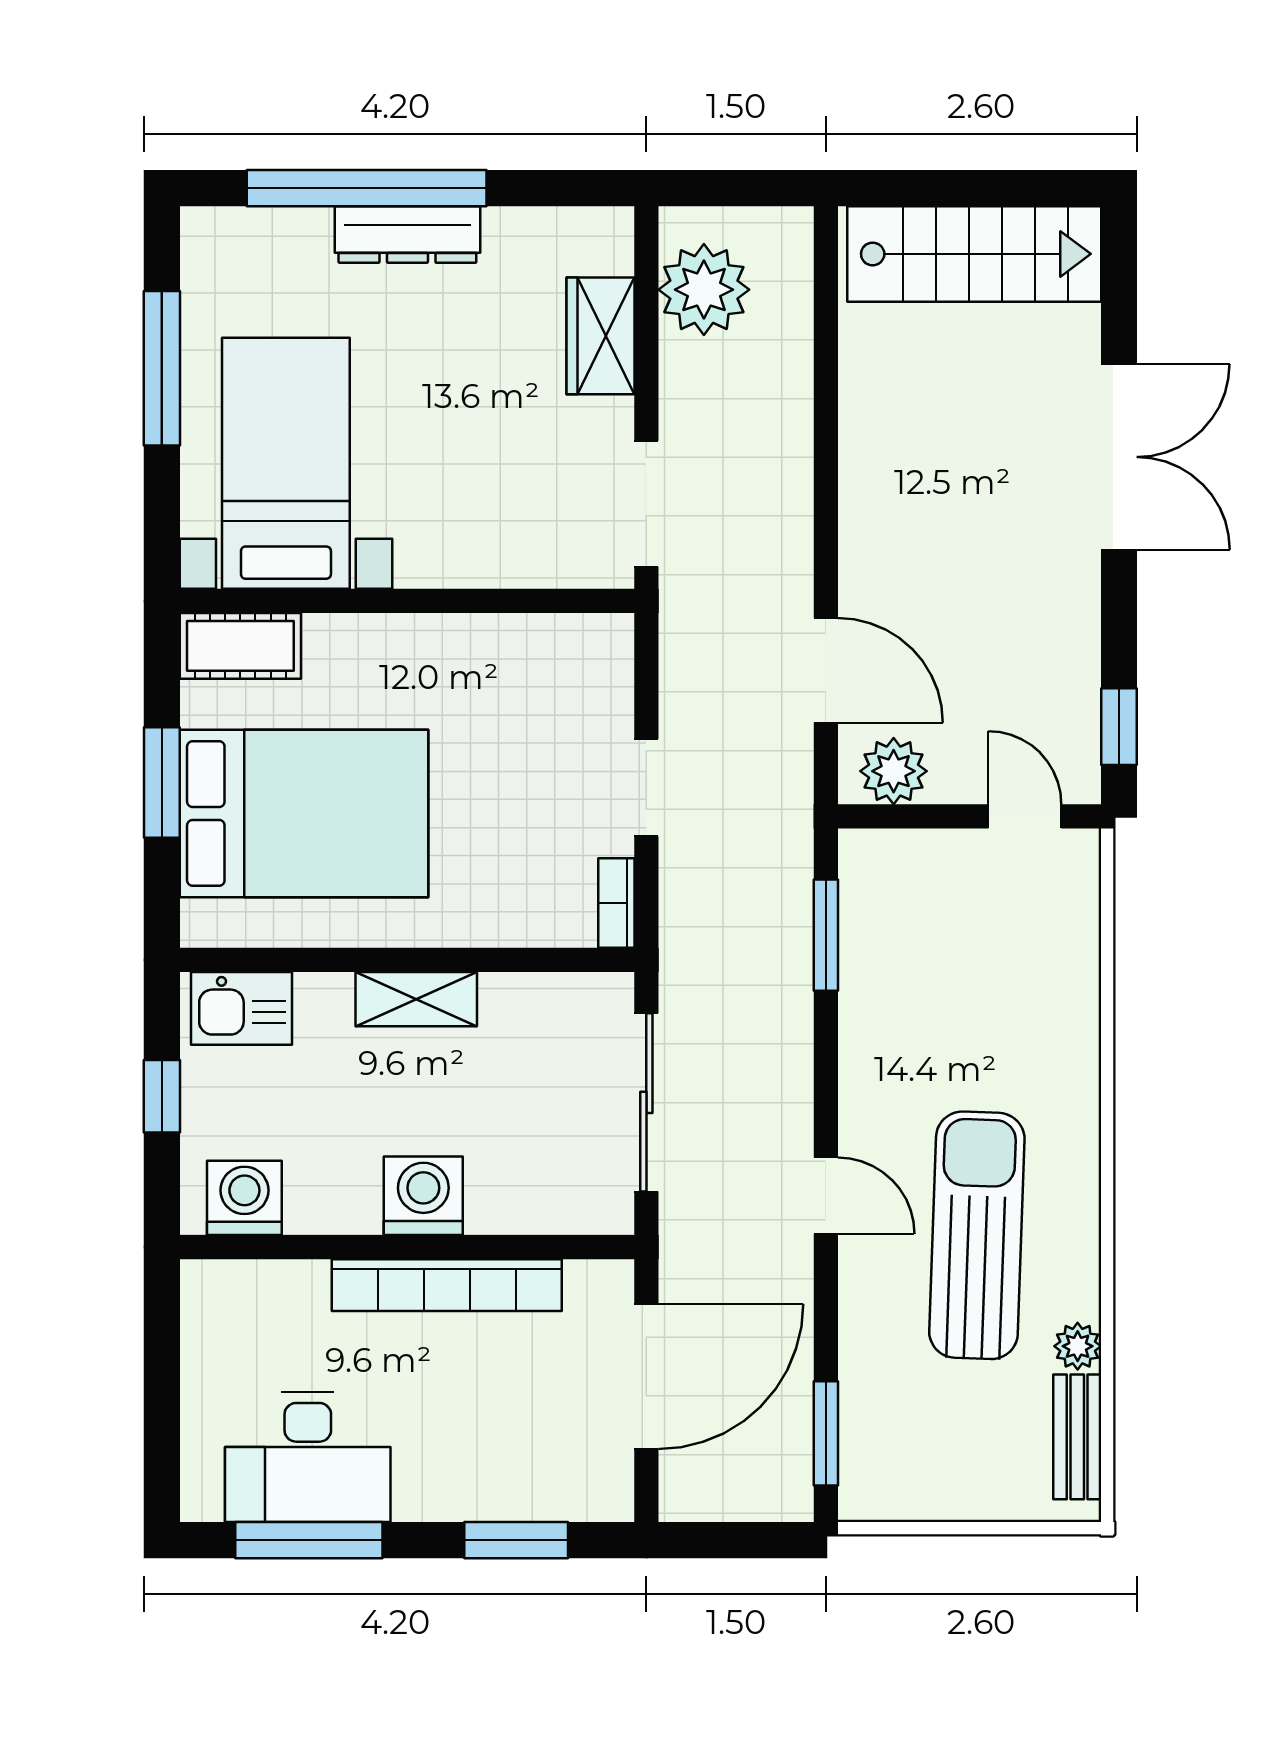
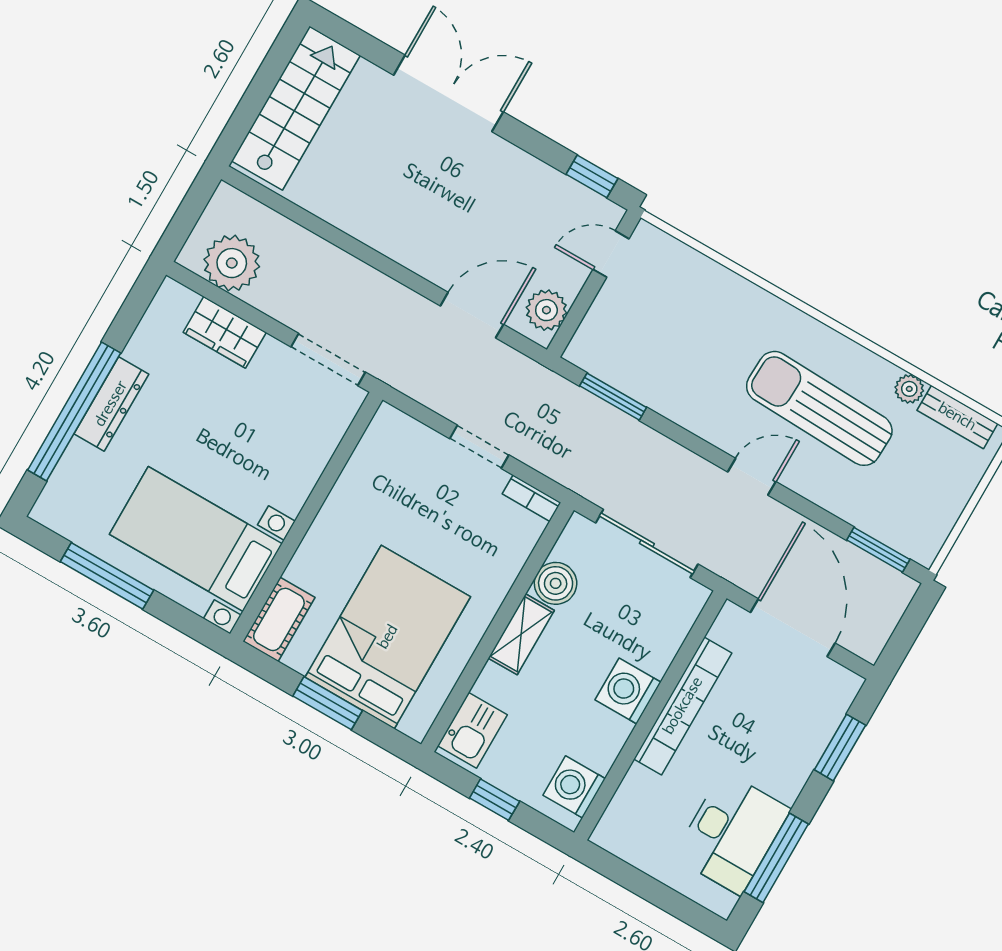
boiler: (516, 1006) -> (556, 583), added

